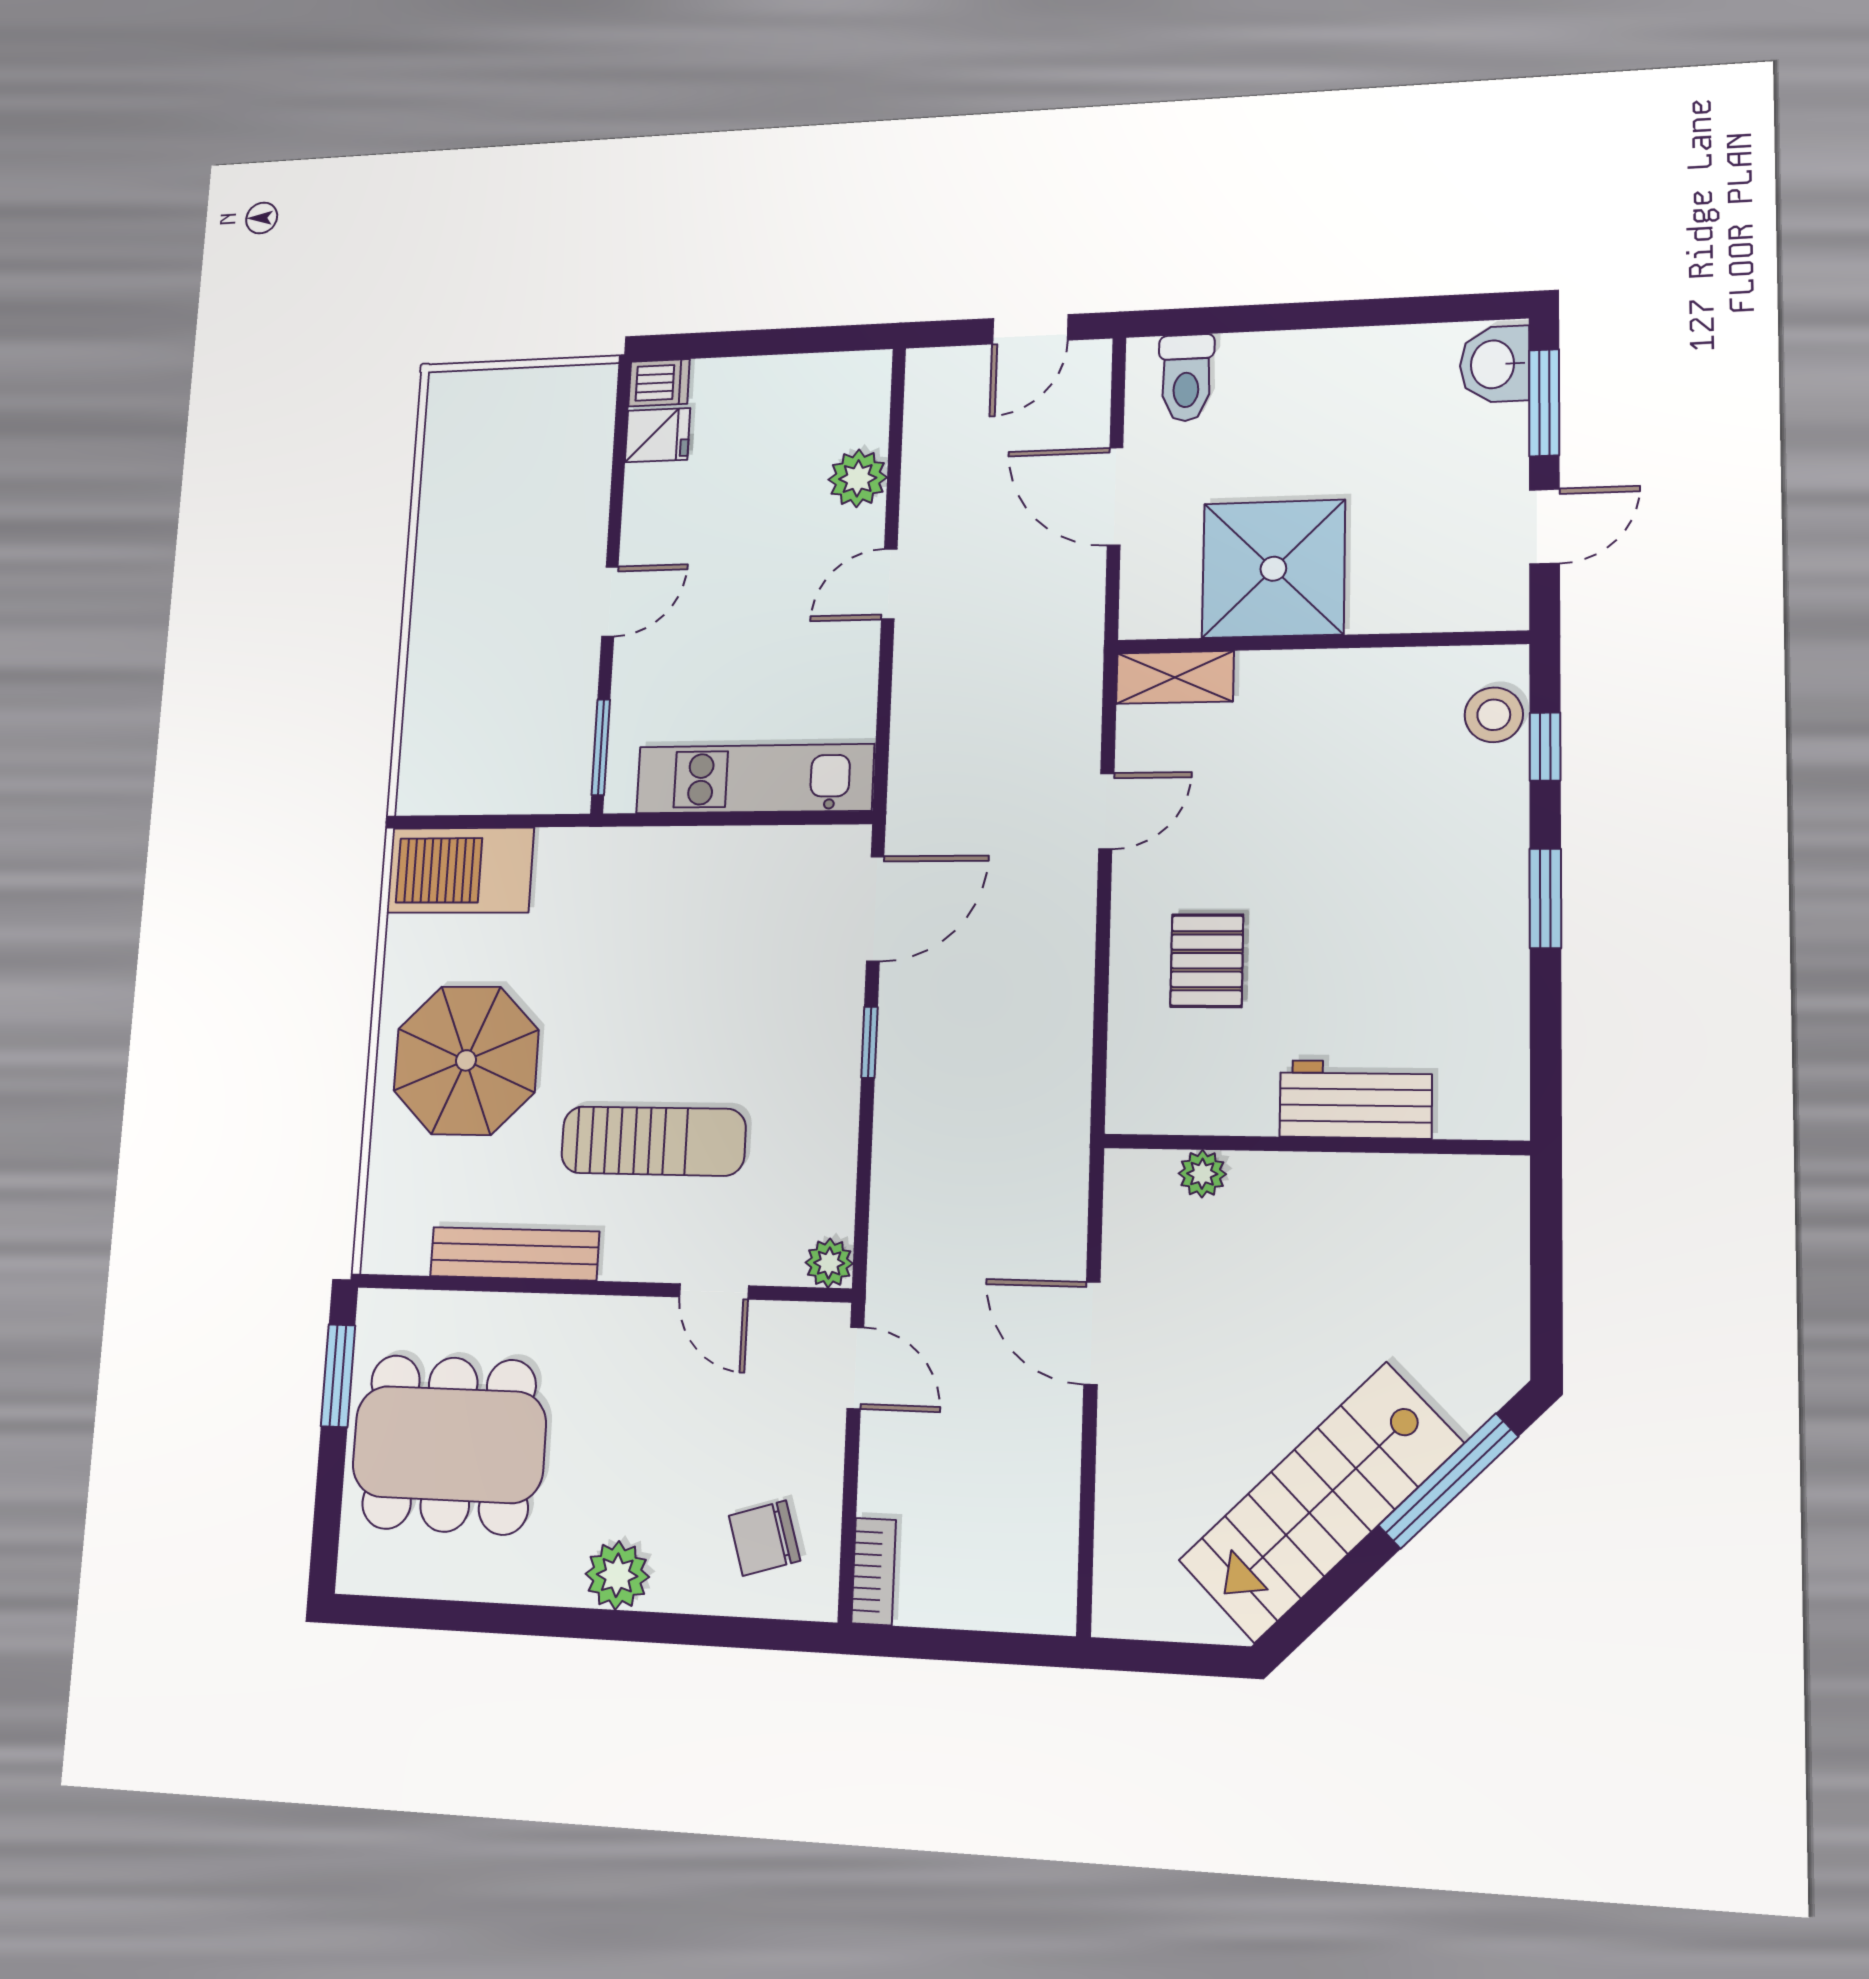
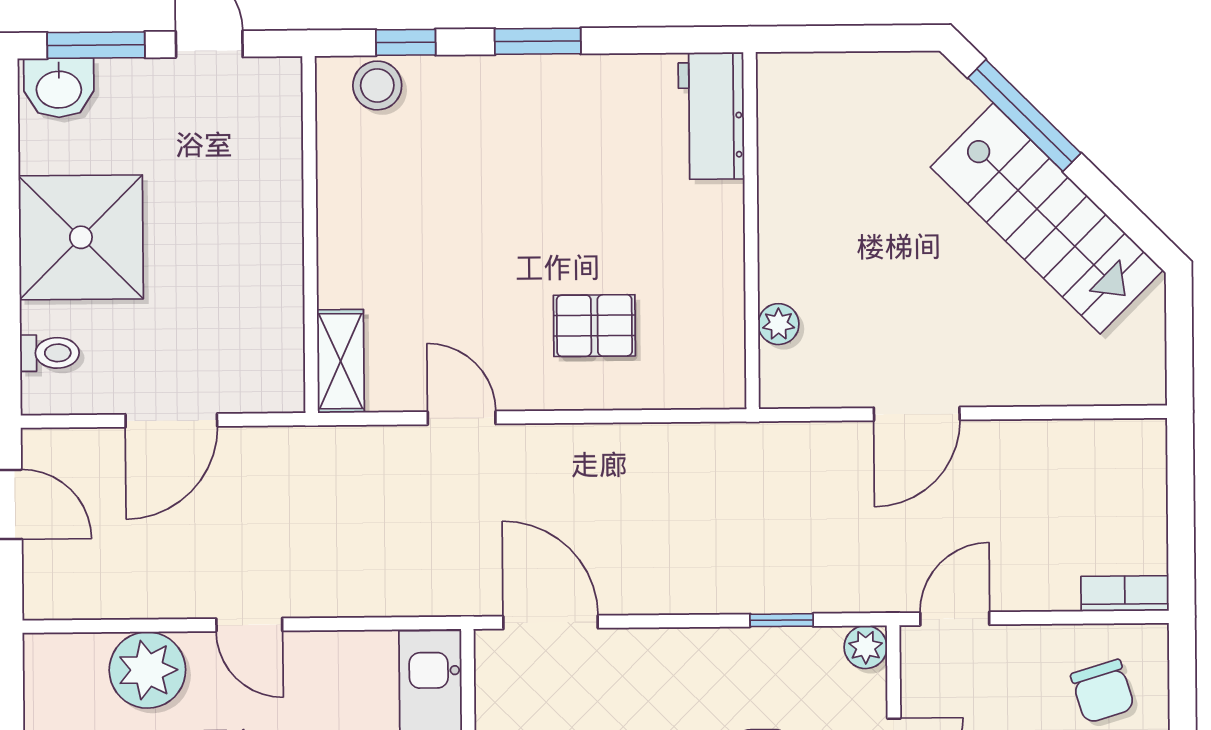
toilet: (1186, 378) -> (50, 353), width x0.73, depth x0.72
plant: (858, 478) -> (147, 670), width x1.36, depth x1.36
shower: (1273, 569) -> (81, 237), moved
window: (869, 1042) -> (782, 620), moved
workbench: (1356, 1099) -> (711, 116), moved

